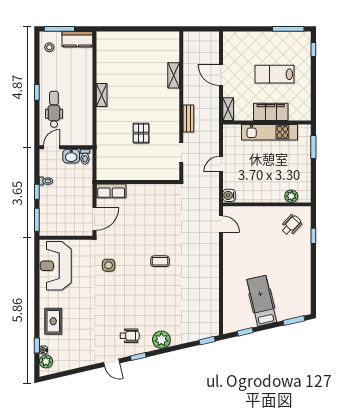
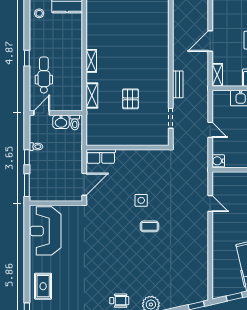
shelving: (174, 75) -> (92, 96), moved
door: (221, 75) -> (210, 41), hinge flipped
door: (221, 164) -> (210, 130), swing flipped
door: (221, 224) -> (210, 204), moved
side table: (109, 265) -> (141, 200), moved

